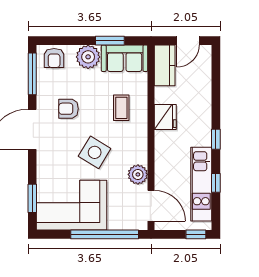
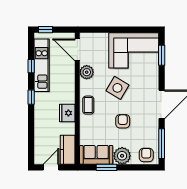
coffee table: (121, 108) -> (88, 105), moved
armchair: (69, 109) -> (123, 121), moved, turned -90
window: (105, 234) -> (110, 30), removed

